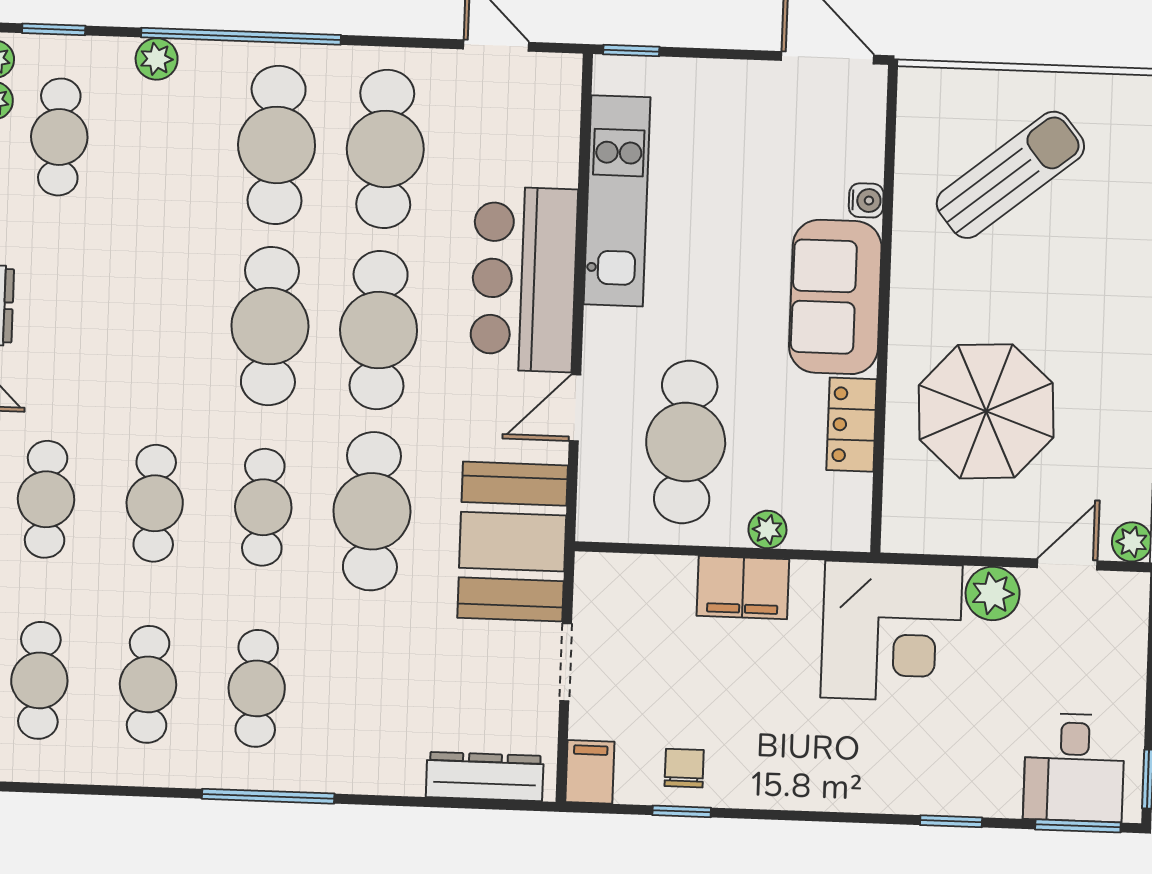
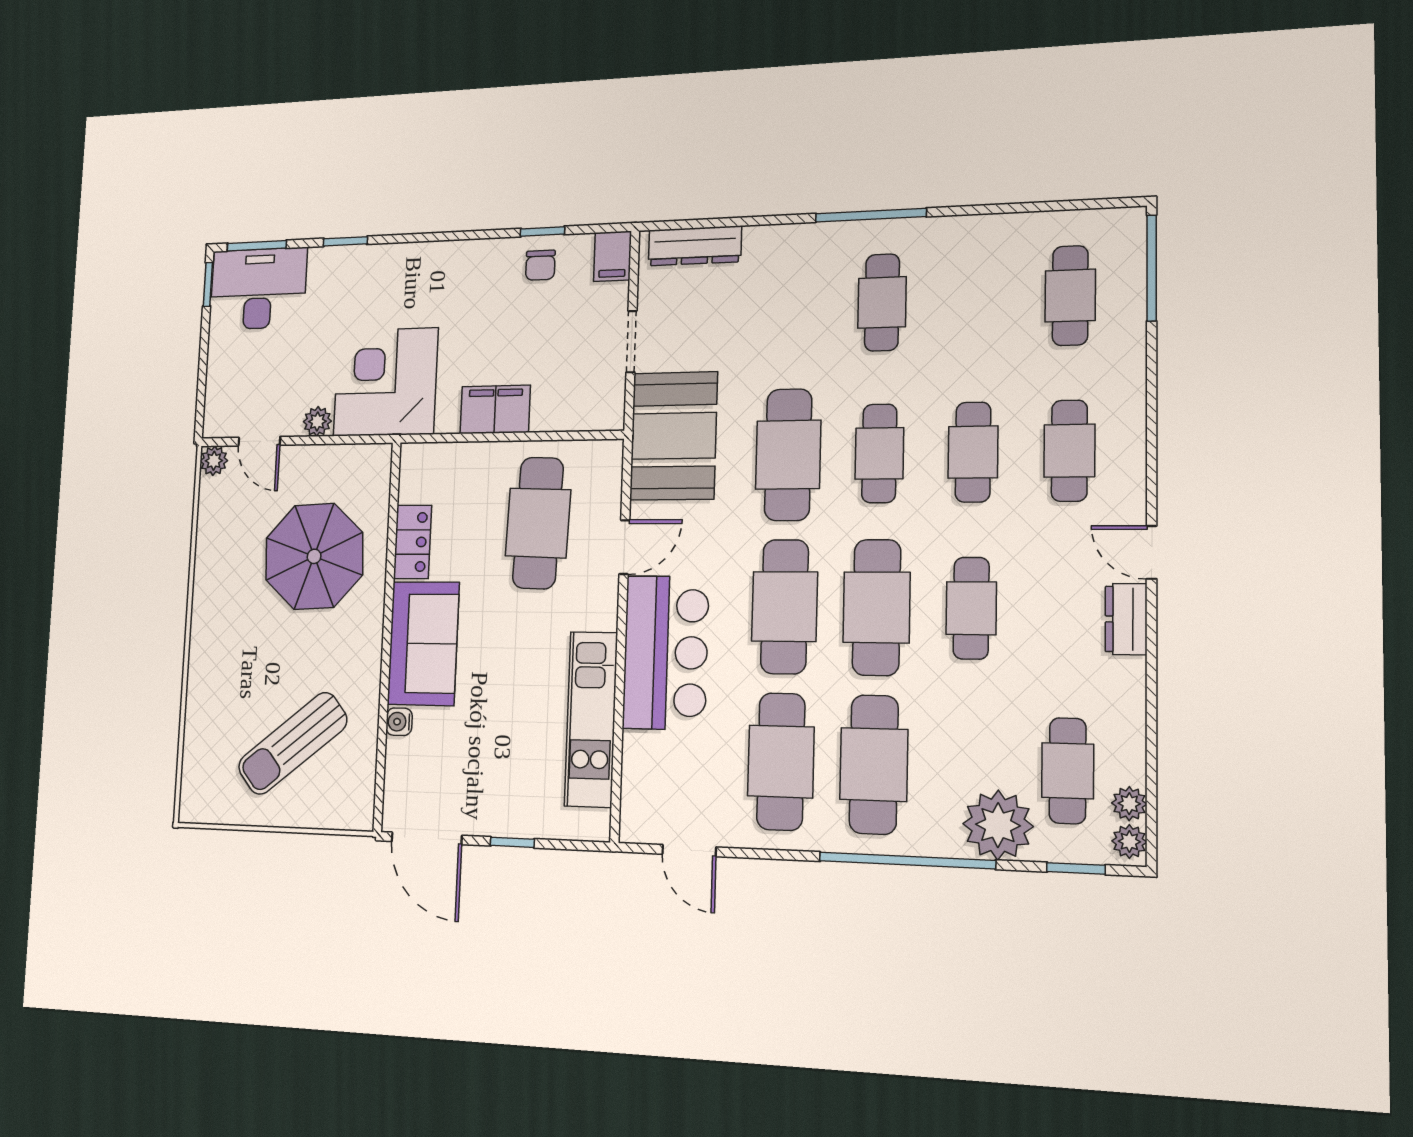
window: (631, 51) -> (512, 842), moved
plant: (157, 59) -> (998, 825), width x1.87, depth x1.87
plant: (767, 529) -> (476, 456), removed
door: (1067, 564) -> (259, 441), hinge flipped
plant: (993, 593) -> (317, 421), width x0.73, depth x0.73
cafe table: (148, 684) -> (971, 608), moved
desk: (1074, 768) -> (258, 289), width x1.37

